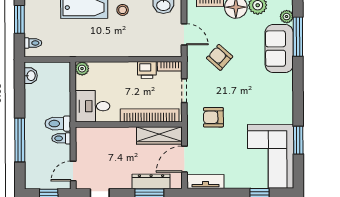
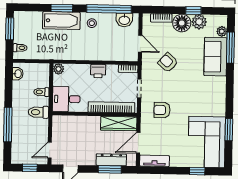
printer: (147, 70) -> (98, 71), moved
toilet: (61, 138) -> (41, 92), moved

